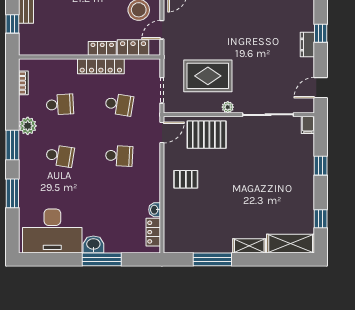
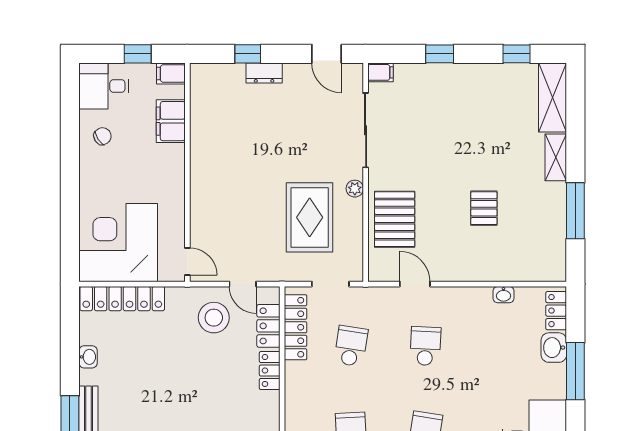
locker: (101, 66) -> (296, 327), moved
door: (162, 132) -> (415, 284), moved
pallet: (186, 179) -> (484, 208), moved
locker: (153, 232) -> (556, 311), moved, turned 90
washbasin: (93, 244) -> (554, 348), moved

